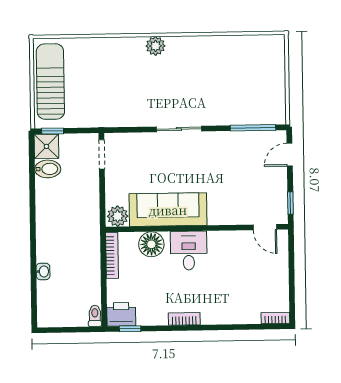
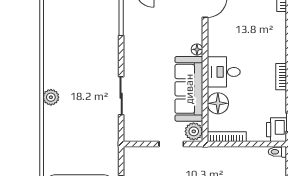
sliding door: (179, 129) -> (121, 96), moved
doorway: (102, 154) -> (171, 144), moved
floor lamp: (215, 218) -> (197, 49), added

